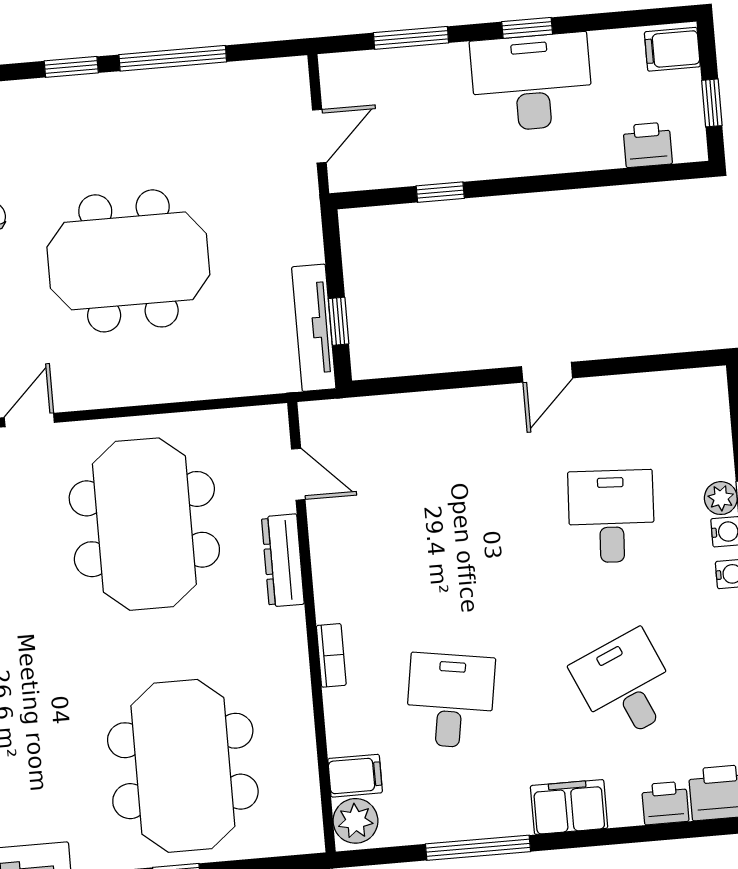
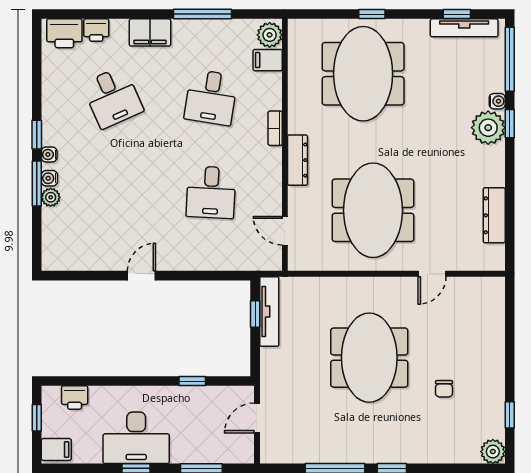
meeting table: (128, 261) -> (369, 358), turned 90
desk: (611, 516) -> (211, 192), moved
dresser: (283, 560) -> (298, 160), moved

